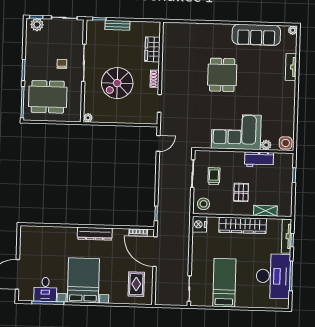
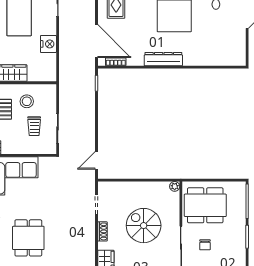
spiral stairs: (117, 83) -> (144, 226), turned -90
dining table: (48, 97) -> (205, 205), moved
stool: (204, 204) -> (27, 101), moved
nightstand: (199, 224) -> (48, 44), moved

